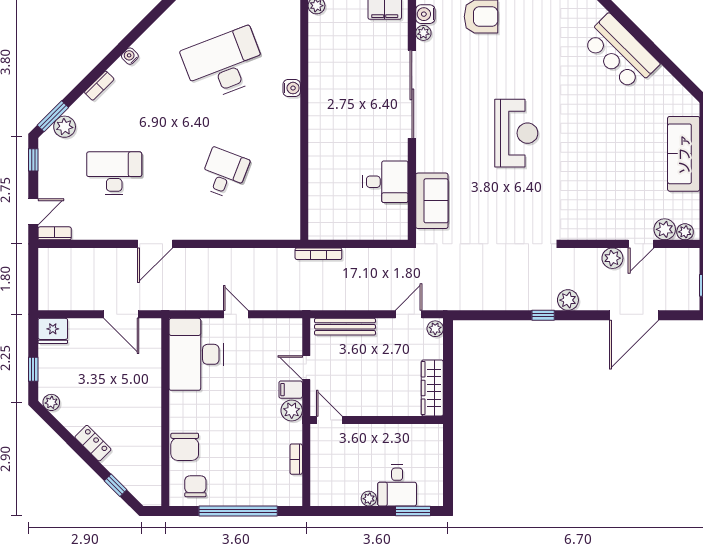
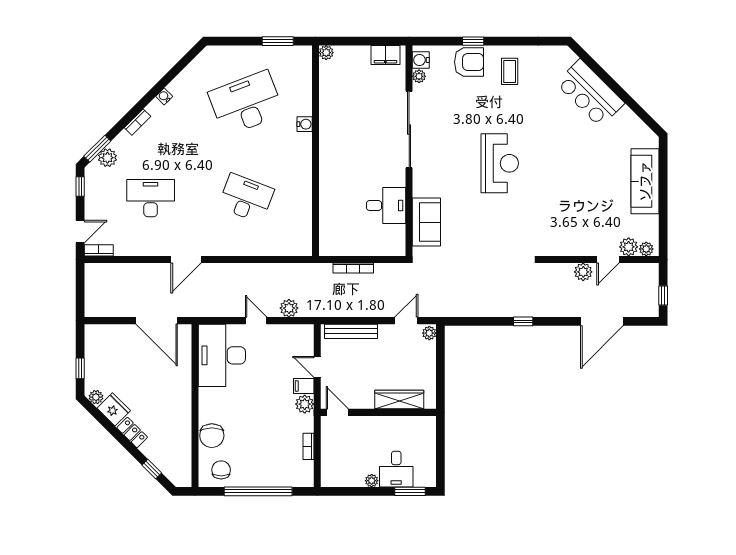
coffee table: (528, 27) -> (510, 71), added
desk: (224, 173) -> (246, 198), width x1.37
bookcase: (318, 254) -> (353, 268), moved
plant: (568, 300) -> (289, 308), moved
door: (121, 314) -> (157, 321), width x1.36
fridge: (53, 331) -> (114, 409), moved, turned -135
wardrobe: (432, 388) -> (399, 400), moved, turned 90

